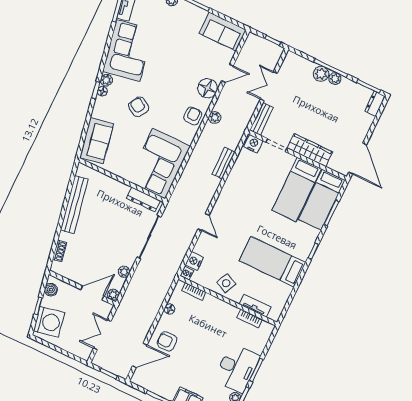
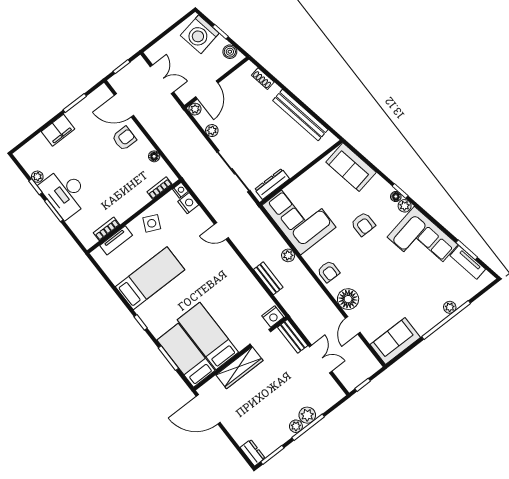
armchair: (139, 107) -> (363, 224), turned 59
plant: (215, 118) -> (288, 255), moved
door: (140, 355) -> (124, 105), hinge flipped

